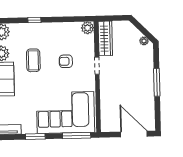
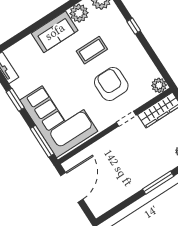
armchair: (66, 61) -> (111, 84), width x1.88, depth x1.88
window: (157, 82) -> (158, 183), moved
door: (134, 134) -> (72, 187), moved

